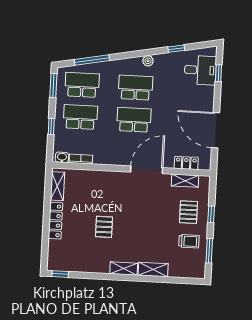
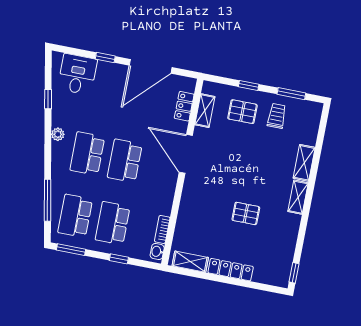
window: (219, 73) -> (105, 58), moved

